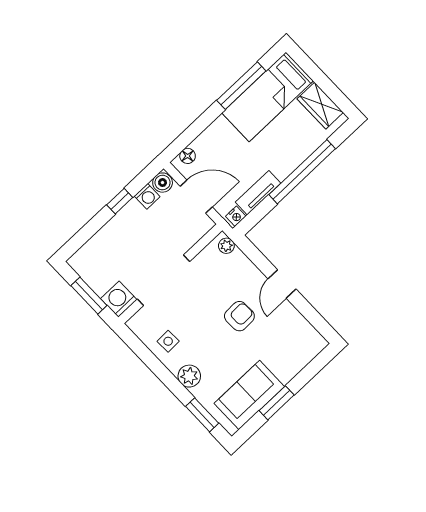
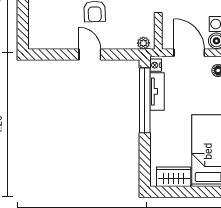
window: (302, 172) -> (145, 100), moved
door: (196, 197) -> (189, 53), swing flipped

